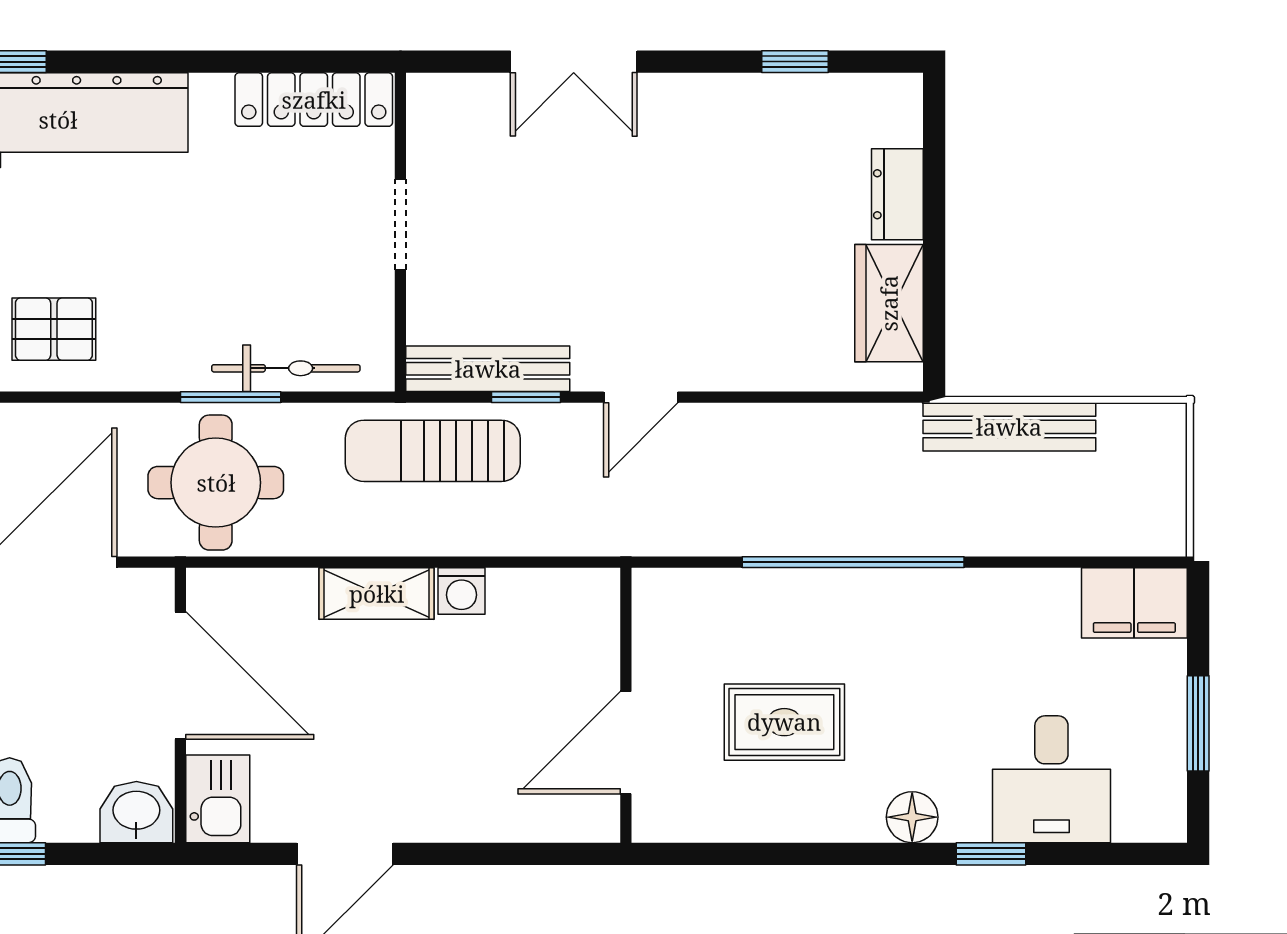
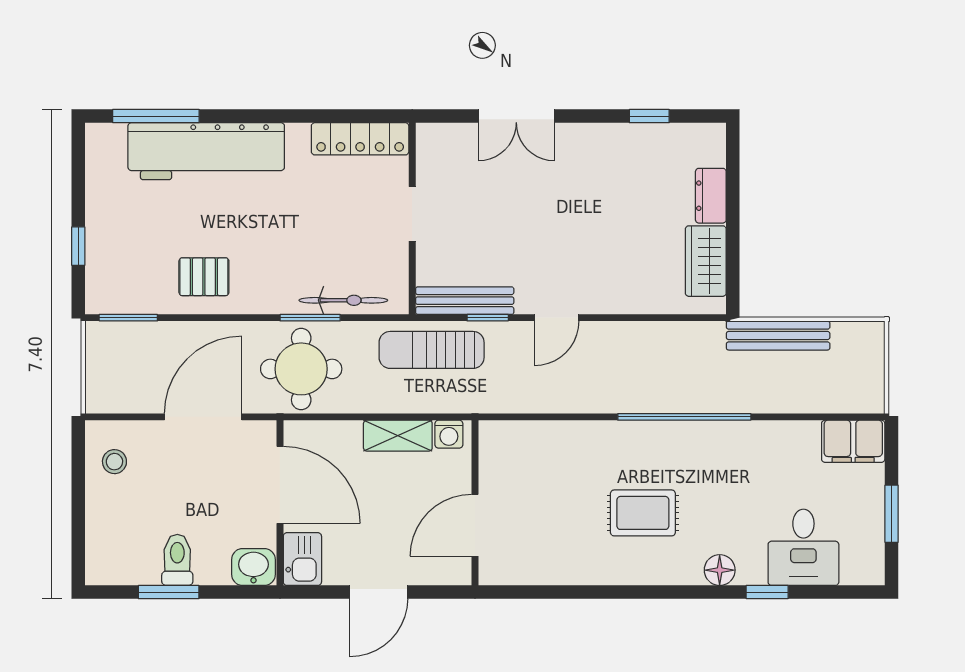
wall: (626, 705) -> (475, 503), moved
door: (626, 743) -> (475, 525), moved

